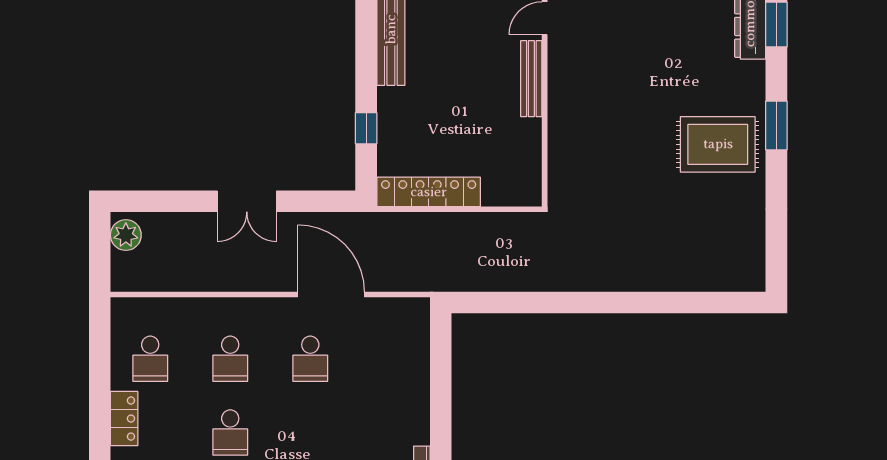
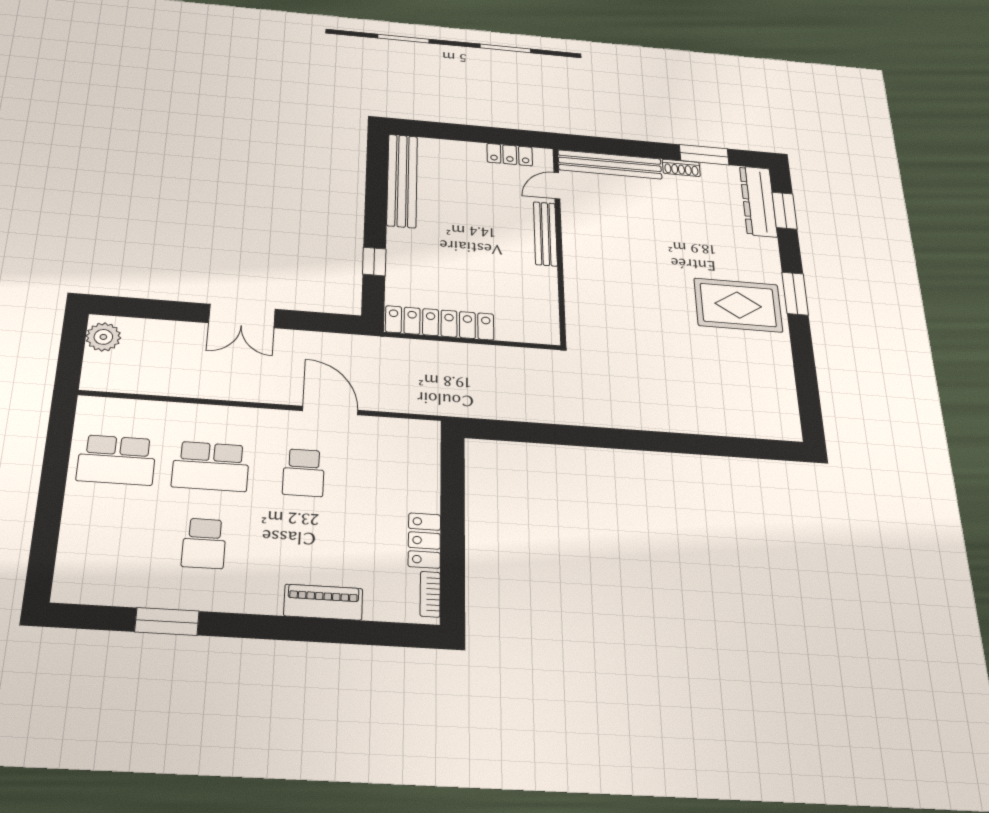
door: (331, 294) -> (330, 410), width x0.73
school desk: (150, 359) -> (117, 460), width x1.85
school desk: (230, 359) -> (211, 466), width x1.85
locker: (124, 419) -> (424, 540), moved, turned 180

